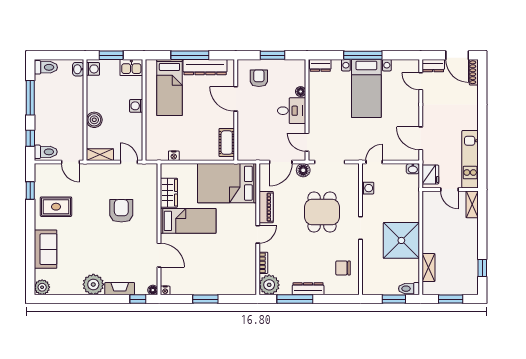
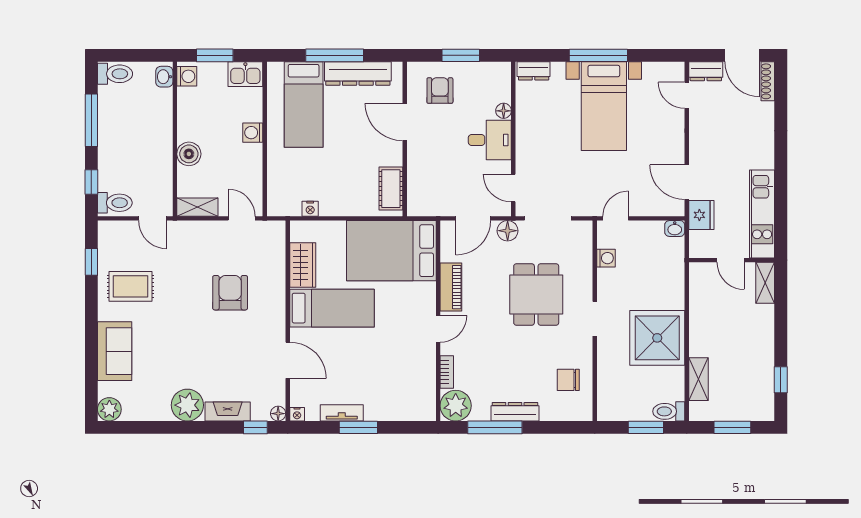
fridge: (430, 175) -> (701, 215), moved
tv unit: (195, 290) -> (342, 413), added

